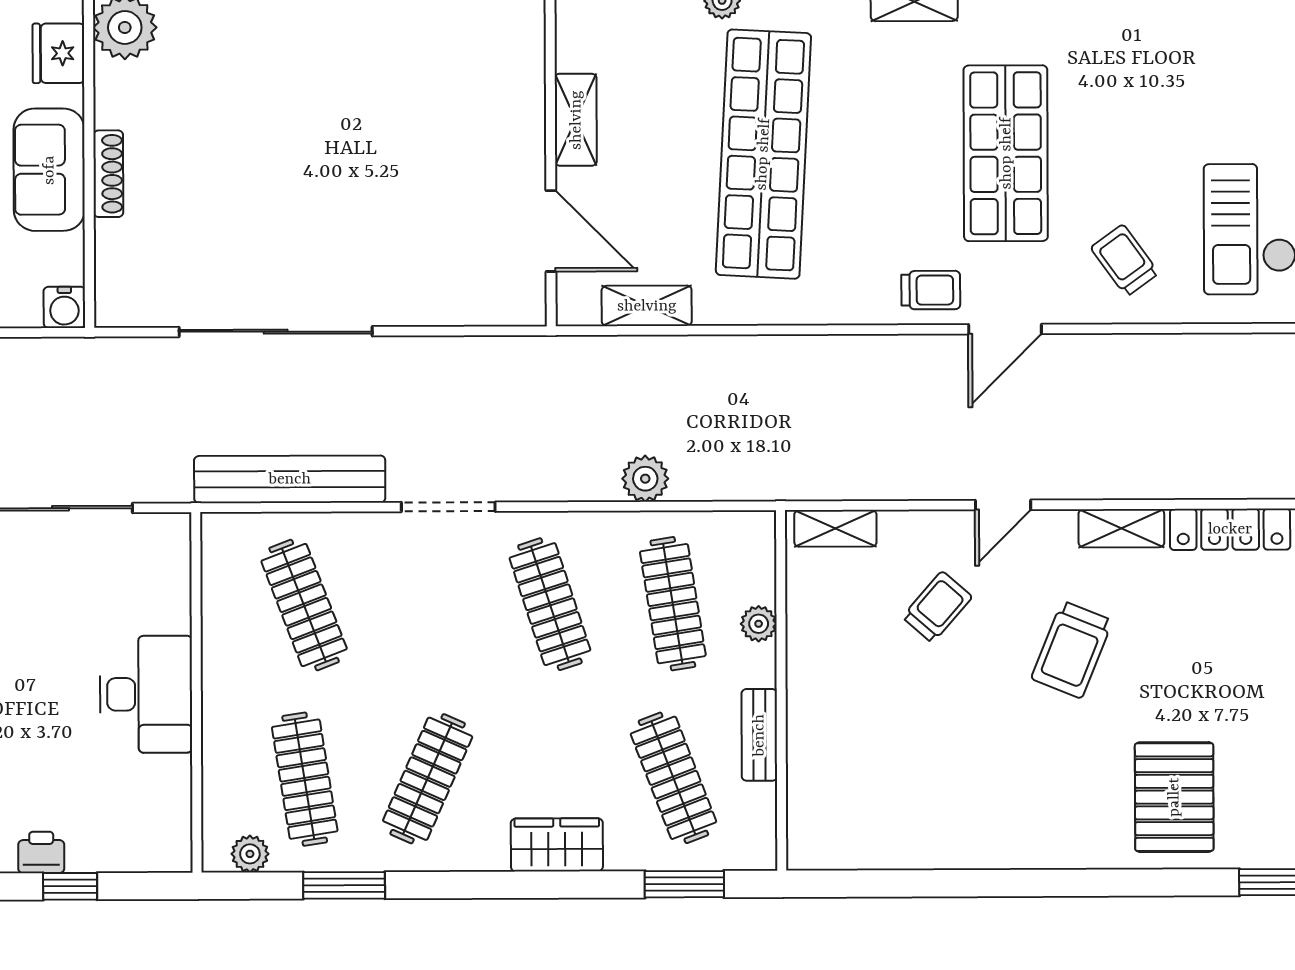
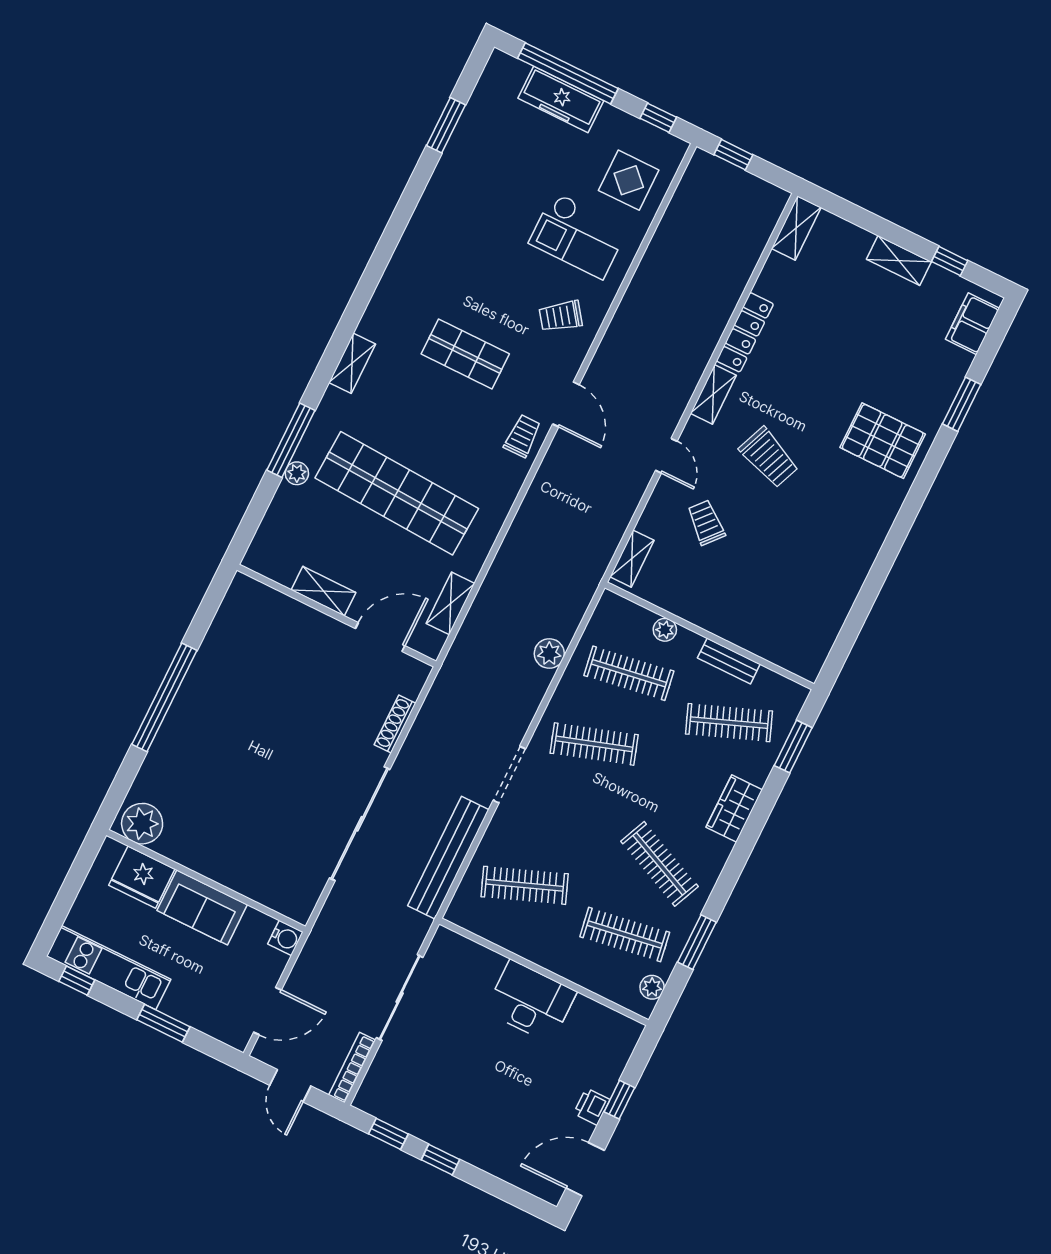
fridge: (58, 53) -> (142, 877), width x1.36, depth x1.34
shop shelf: (1006, 153) -> (465, 354), width x0.70, depth x0.74
shoe rack: (108, 174) -> (395, 724), moved, turned -90

